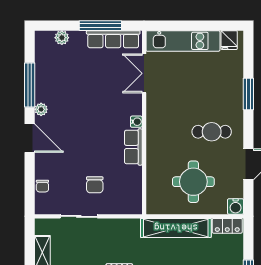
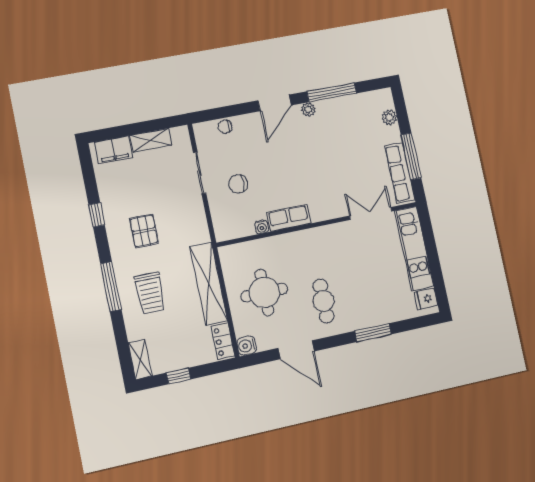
water cooler: (136, 122) -> (262, 227), moved

